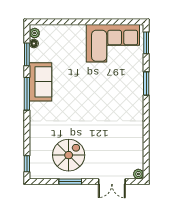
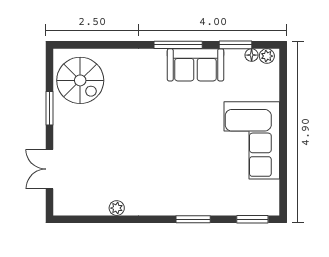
corner sofa: (113, 43) -> (252, 140), moved
spiral stairs: (69, 155) -> (80, 80), moved
window: (27, 164) -> (76, 45), removed
plant: (138, 174) -> (117, 208), moved

